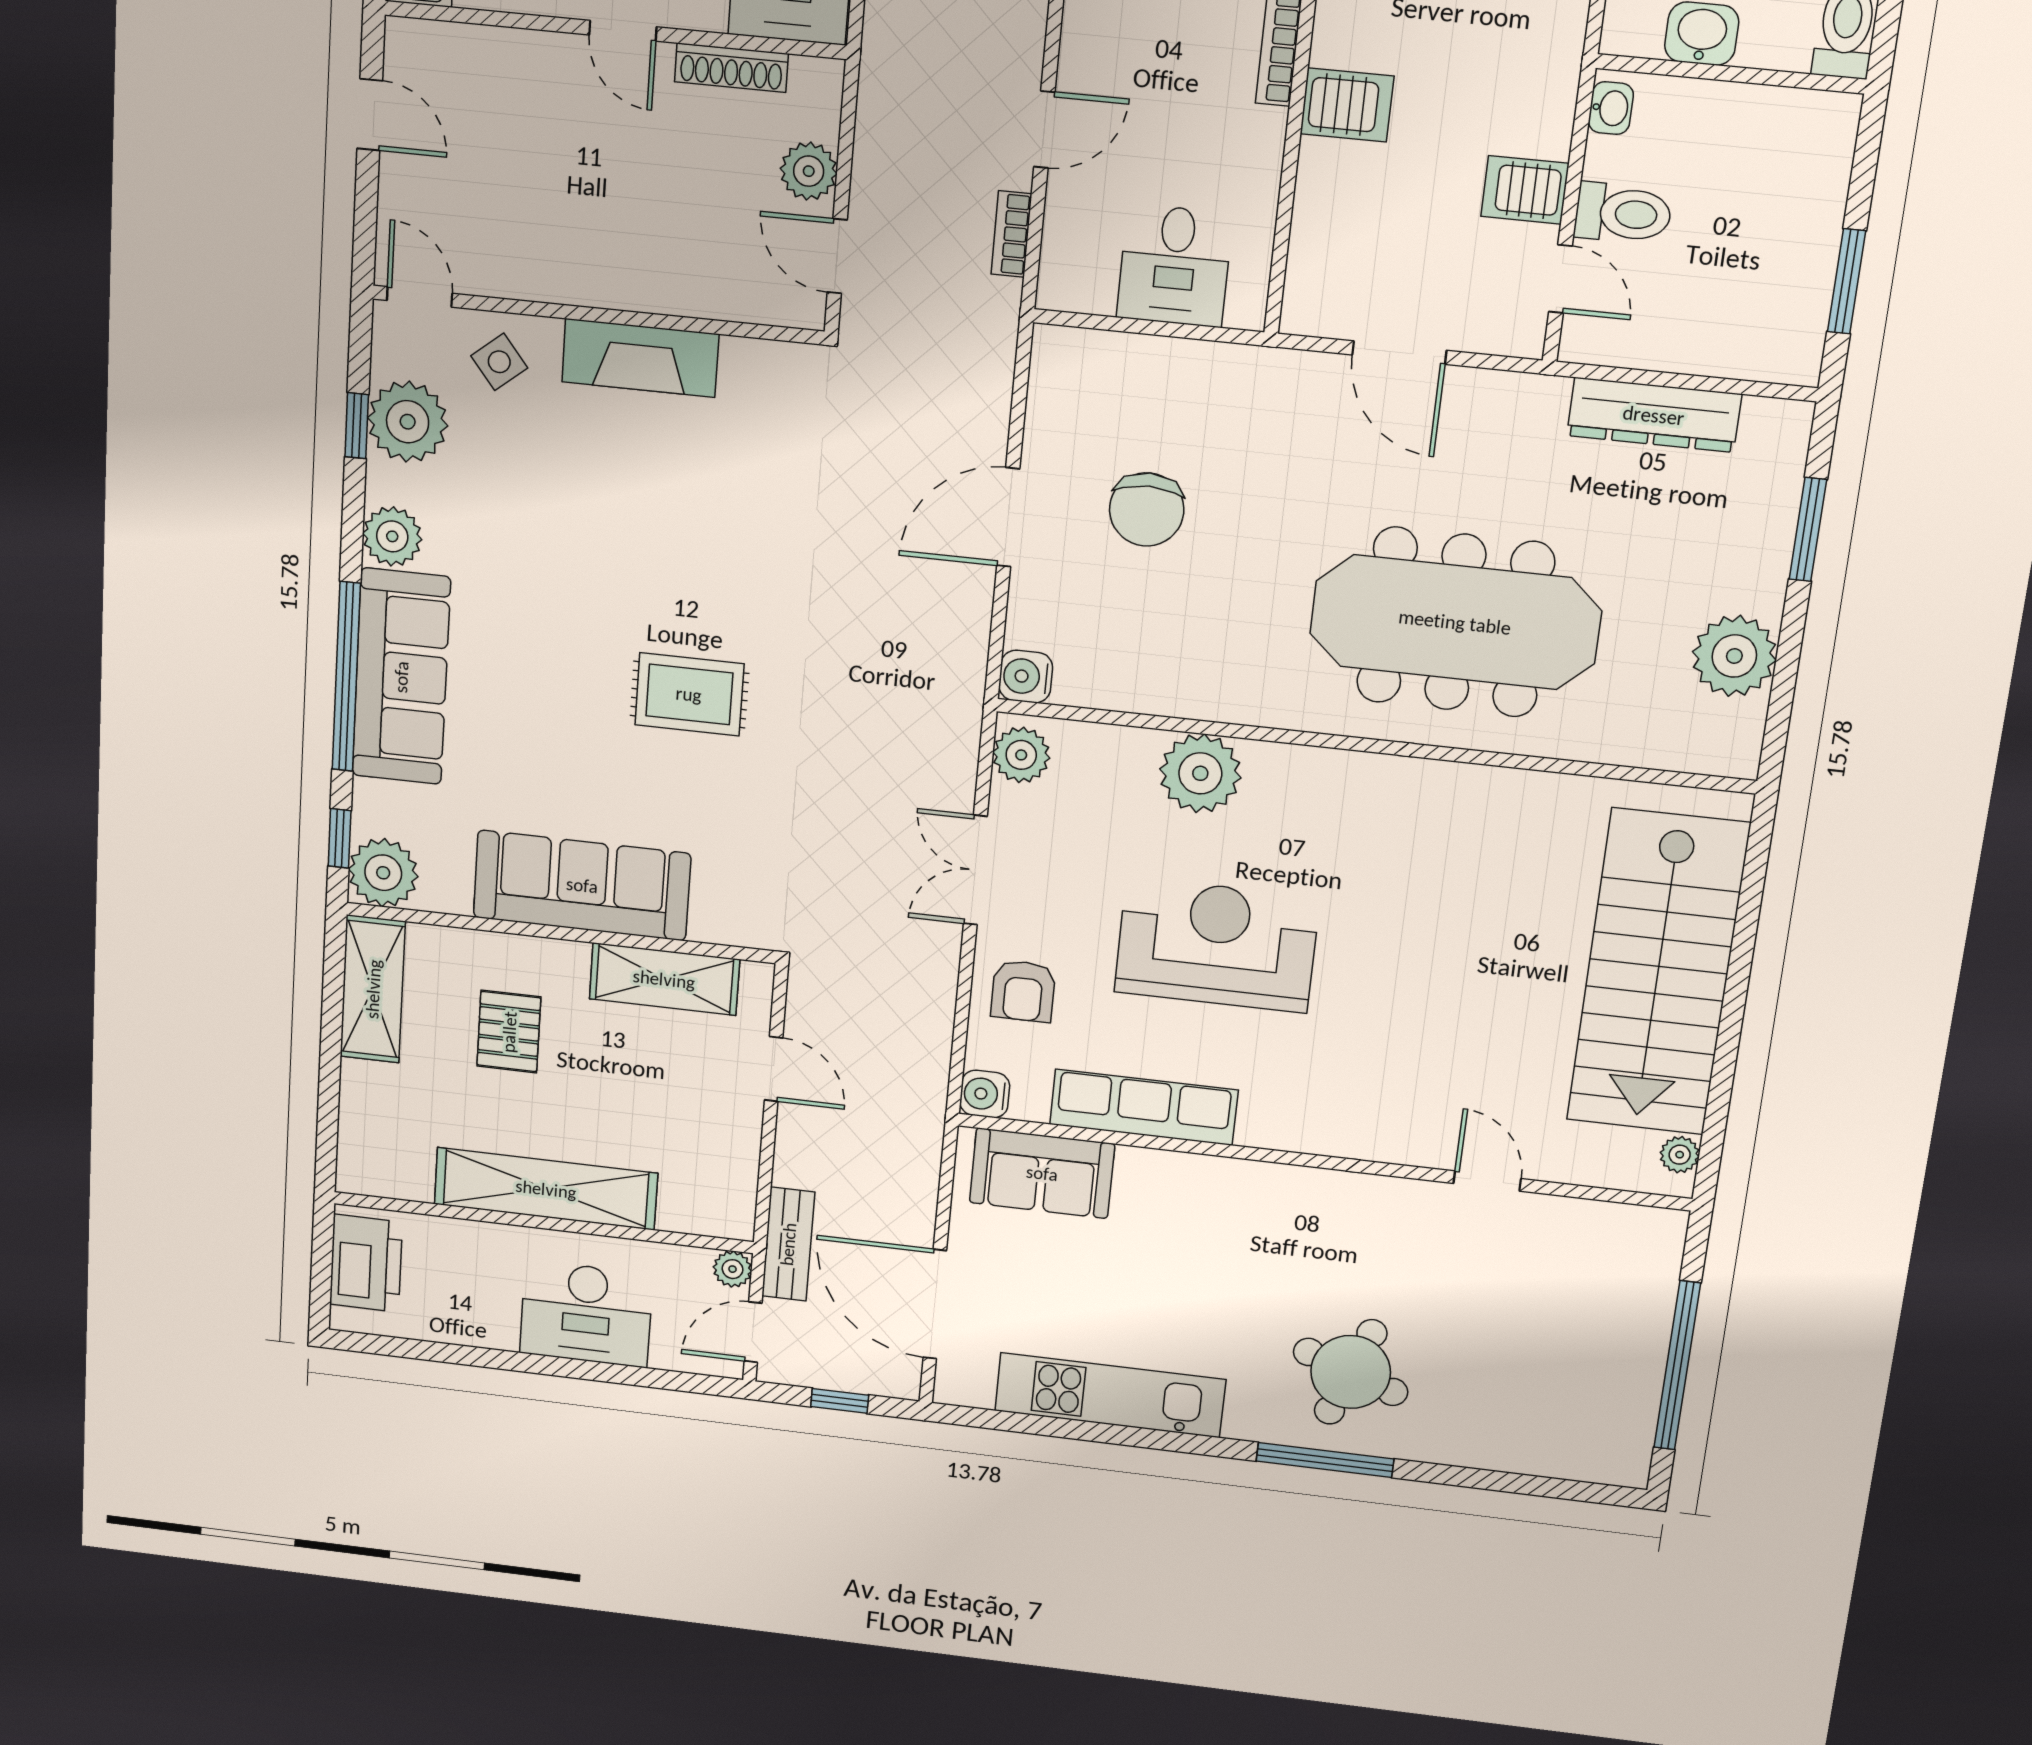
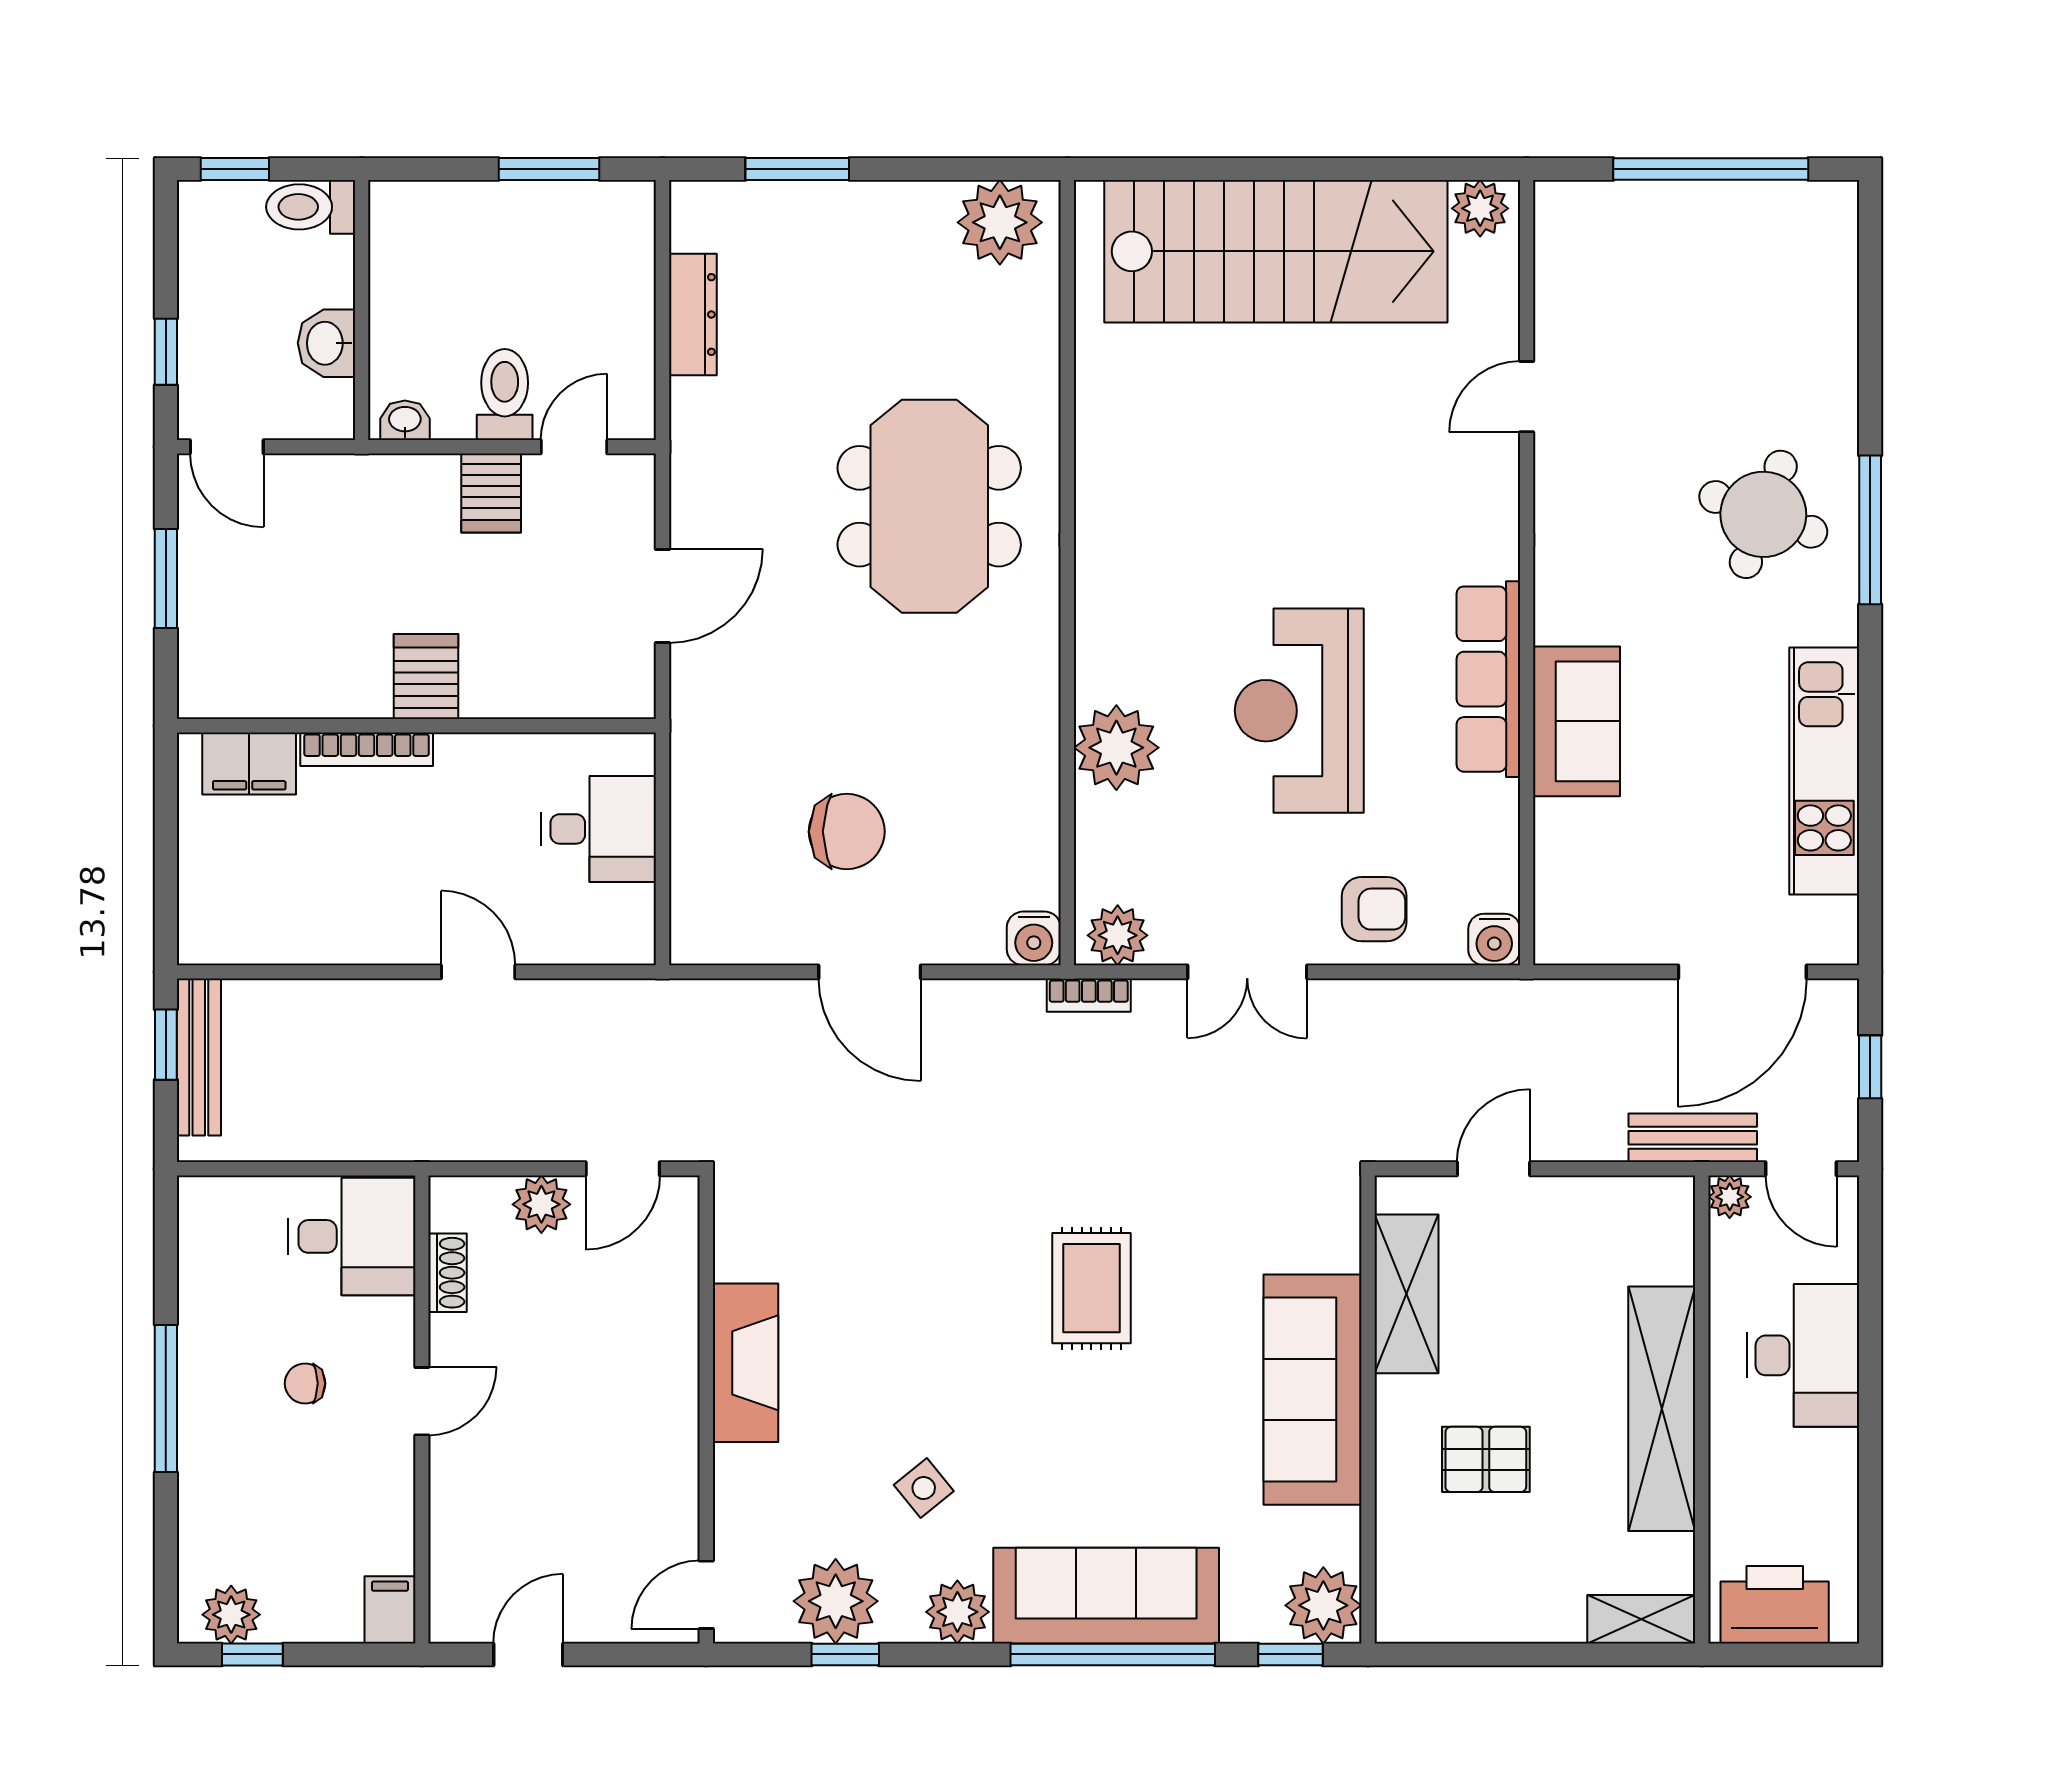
shoe rack: (731, 68) -> (447, 1273), width x0.70
bookcase: (1011, 234) -> (1089, 995), moved
side table: (499, 362) -> (924, 1488), moved
dresser: (1654, 415) -> (693, 315), width x0.73, depth x0.80
meeting table: (1455, 622) -> (929, 506), width x0.73
plant: (1734, 656) -> (1000, 222), moved
shelving: (373, 989) -> (1641, 1619), moved, width x0.67, depth x0.75
row of seats: (1144, 1107) -> (1488, 679), moved
plant: (1680, 1155) -> (1480, 208), width x1.38, depth x1.38
sofa: (1042, 1173) -> (1577, 721), moved

